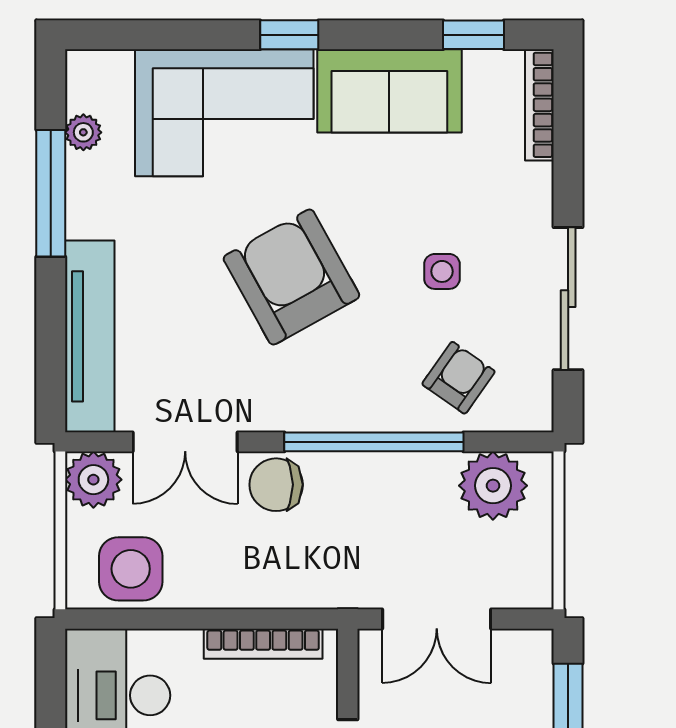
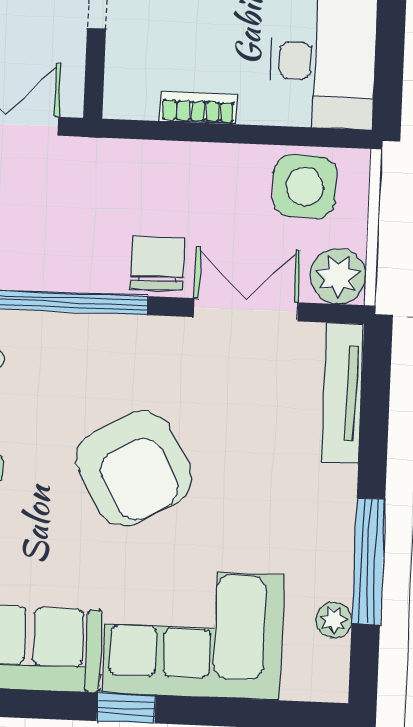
tv unit: (90, 336) -> (342, 393), width x0.73, depth x0.78
chair: (276, 485) -> (158, 264), turned -90
bookcase: (263, 644) -> (198, 108), width x0.64

